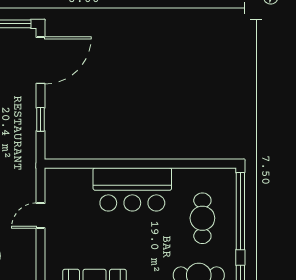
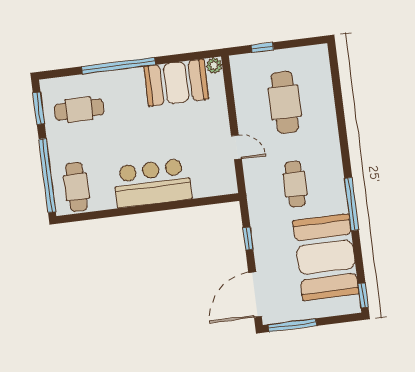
door: (40, 216) -> (236, 147), hinge flipped
cafe table: (202, 218) -> (76, 187), moved

